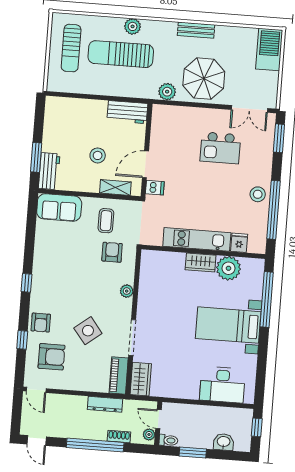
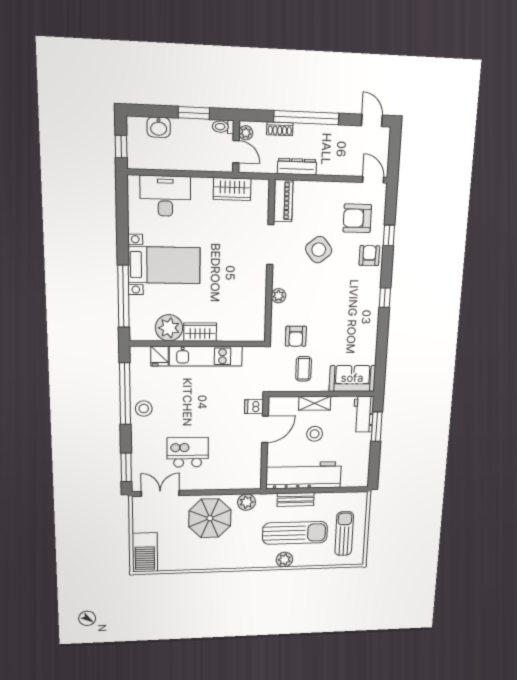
bench: (196, 30) -> (296, 499), moved
workbench: (127, 112) -> (304, 475), width x1.88, depth x1.32
shelving: (115, 187) -> (315, 403), moved
wardrobe: (141, 379) -> (232, 189), moved, turned -90

